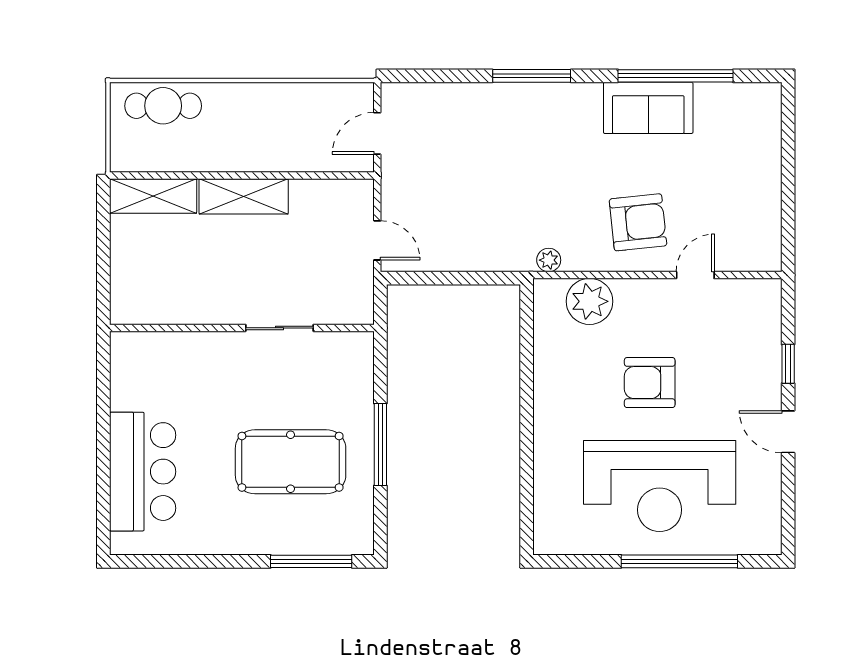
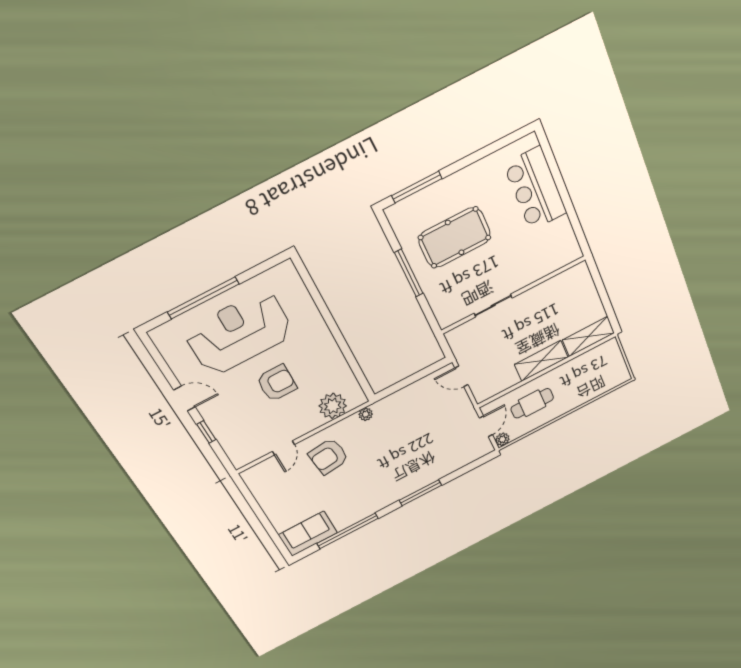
plant: (361, 95) -> (502, 439), added
cafe table: (163, 106) -> (532, 403), moved
sofa: (648, 108) -> (308, 534), moved

